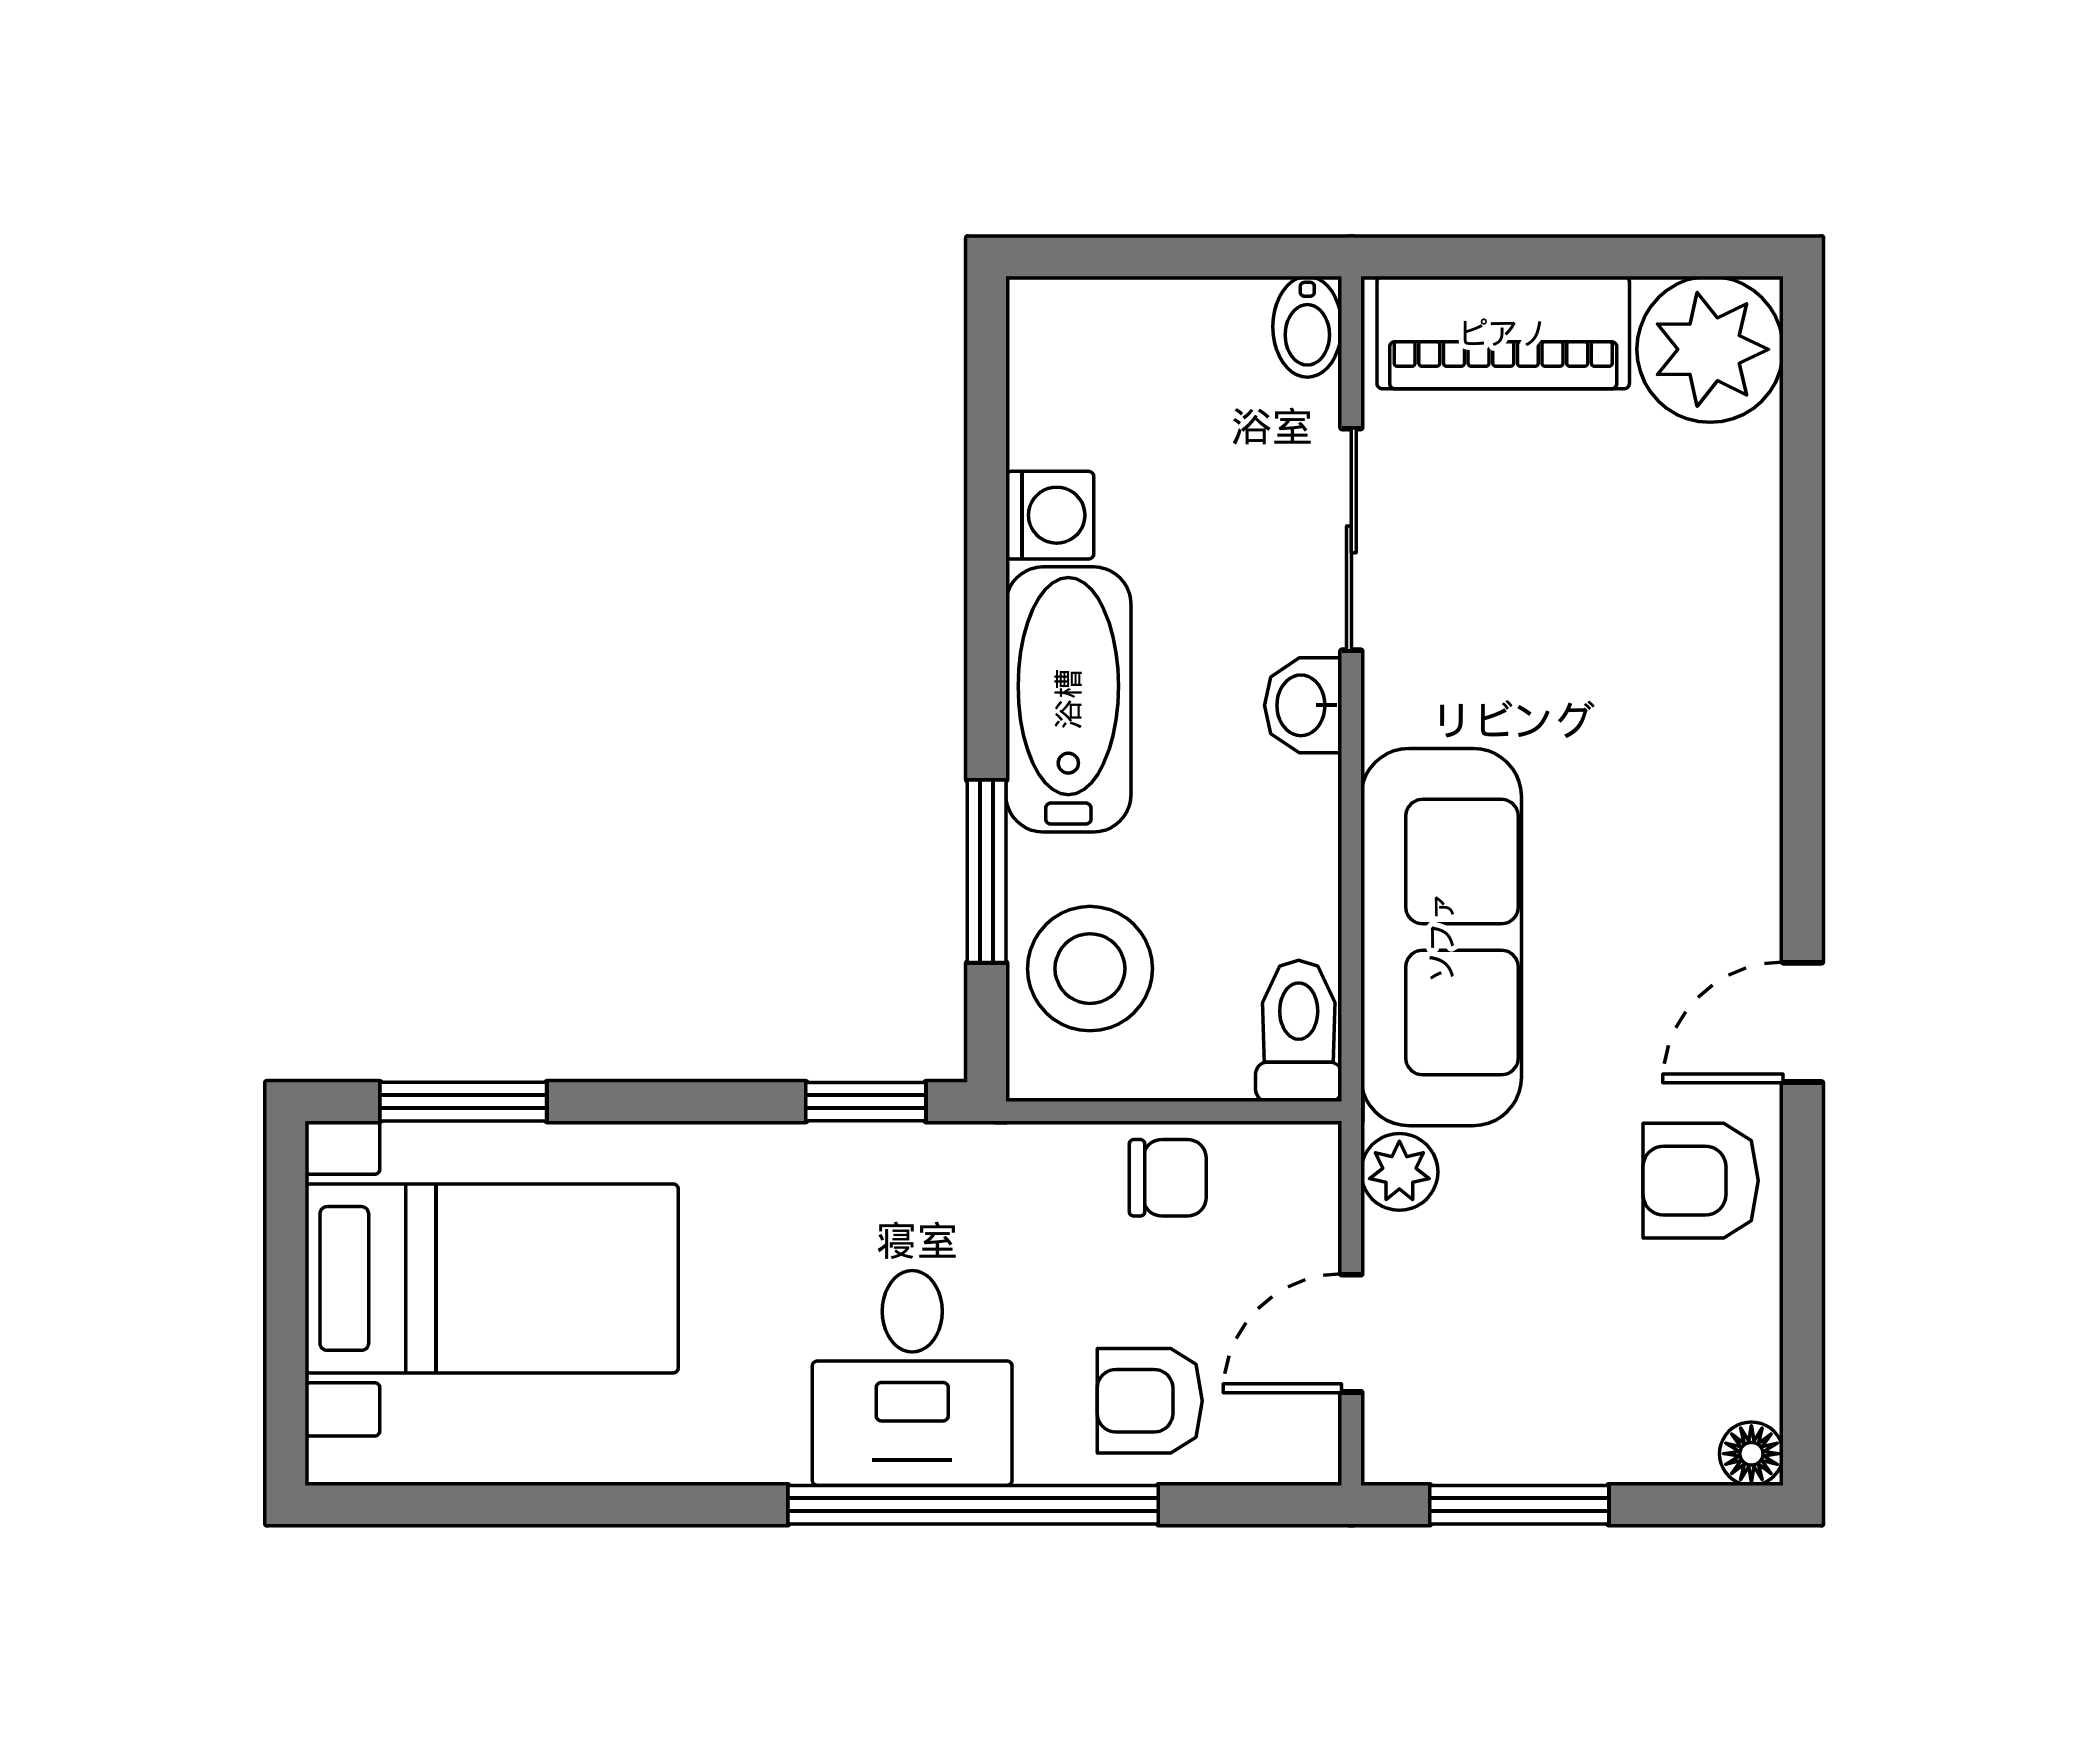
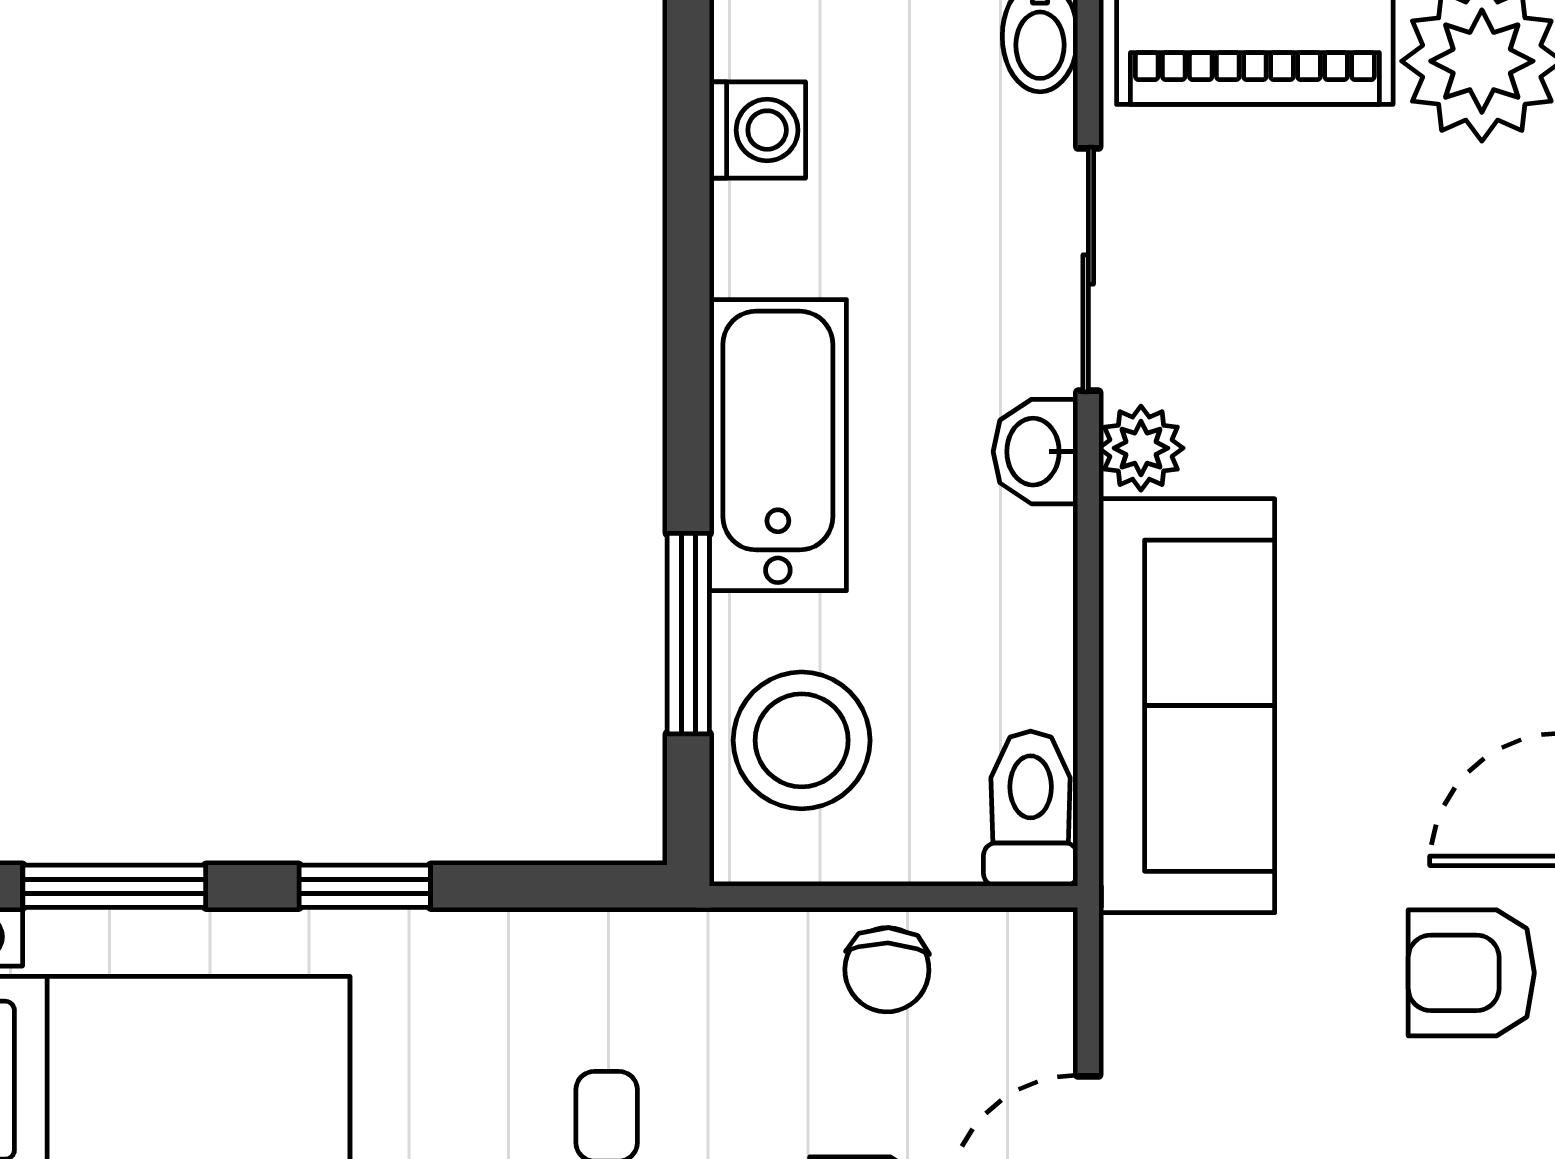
washing machine: (1050, 515) -> (757, 130), moved
window: (866, 1102) -> (365, 886), moved
plant: (1399, 1172) -> (1141, 448), moved
chair: (1168, 1178) -> (887, 970), turned 92

